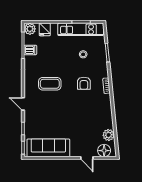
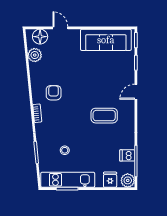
armchair: (84, 83) -> (54, 93), moved
door: (23, 104) -> (136, 92), swing flipped

